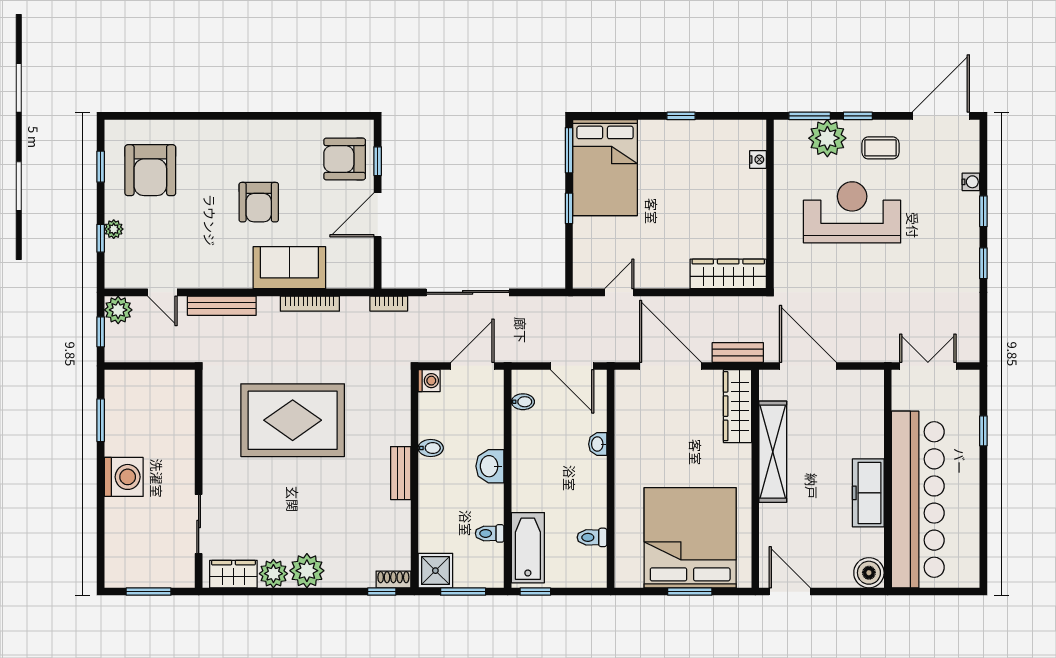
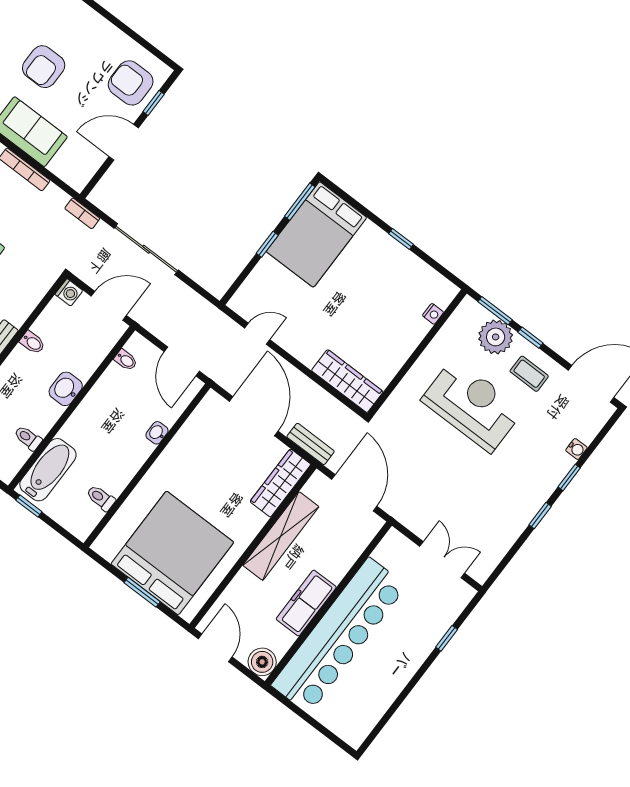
wall: (888, 479) -> (328, 604), moved
freezer: (868, 493) -> (306, 603), moved
bar counter: (918, 500) -> (339, 636), moved
boiler: (869, 573) -> (262, 662), moved

